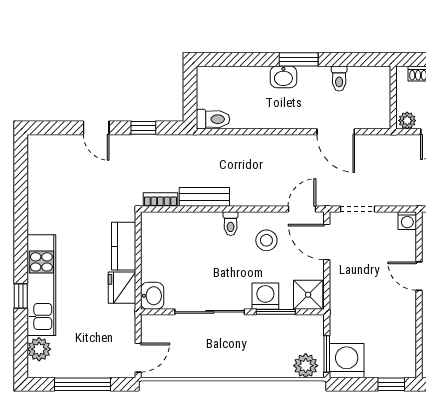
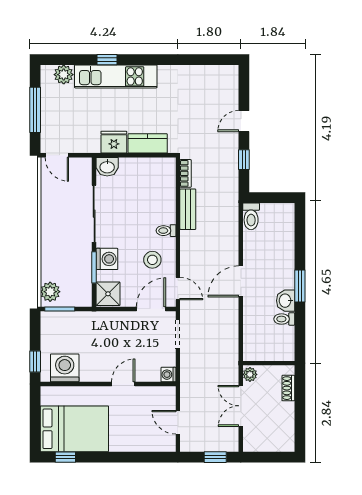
washbasin: (283, 77) -> (286, 301), moved
door: (336, 132) -> (241, 281), moved
washing machine: (347, 361) -> (65, 368), moved, turned -90

